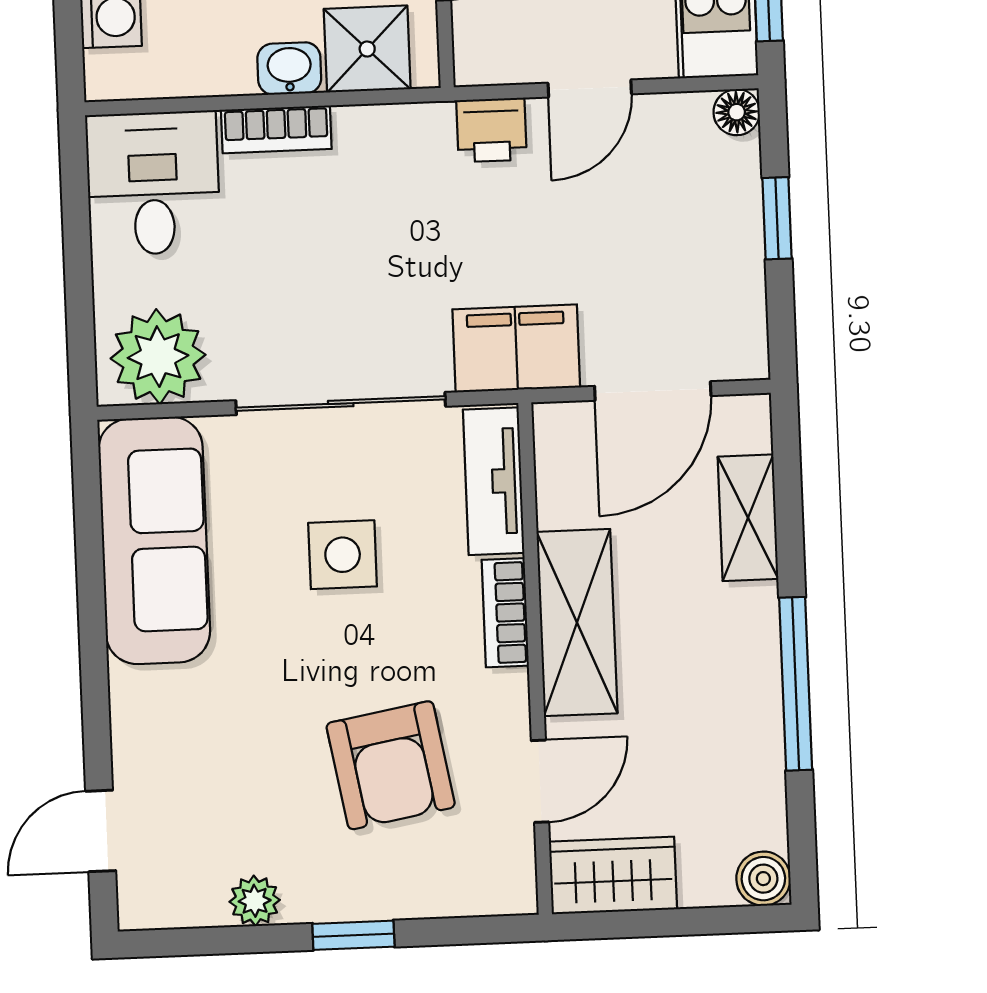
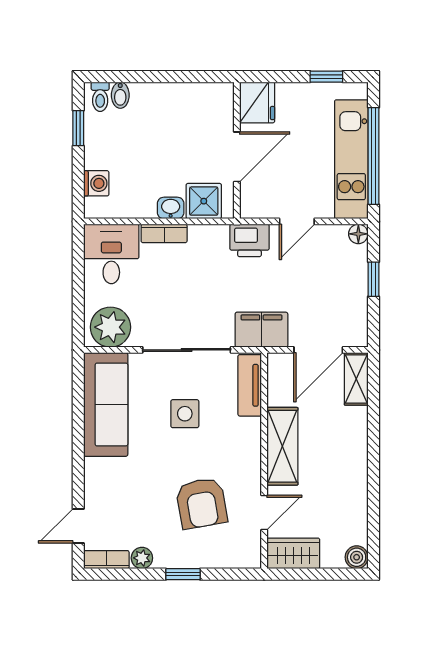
printer: (491, 130) -> (249, 240), width x1.36, depth x1.24
shelving: (748, 518) -> (356, 379), moved
bookcase: (505, 613) -> (106, 560), moved, turned 90
window: (796, 684) -> (374, 476), removed

